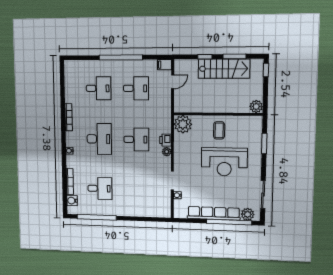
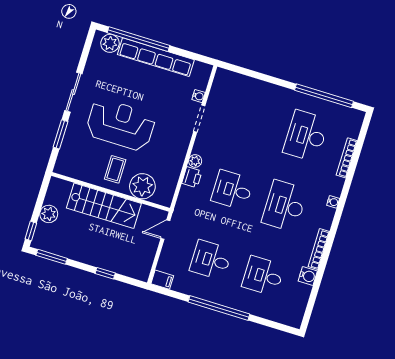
window: (234, 56) -> (52, 257), moved
stairs: (224, 69) -> (104, 206), moved, turned 180
door: (173, 82) -> (165, 230), moved
plant: (256, 107) -> (49, 214), moved
plant: (183, 124) -> (142, 186), moved
desk: (100, 188) -> (306, 136), width x1.37
sliding door: (263, 195) -> (73, 92), moved
water cooler: (72, 201) -> (308, 276), moved

